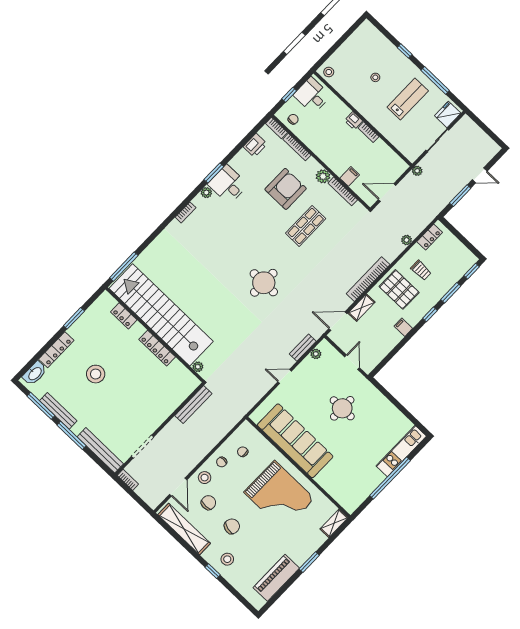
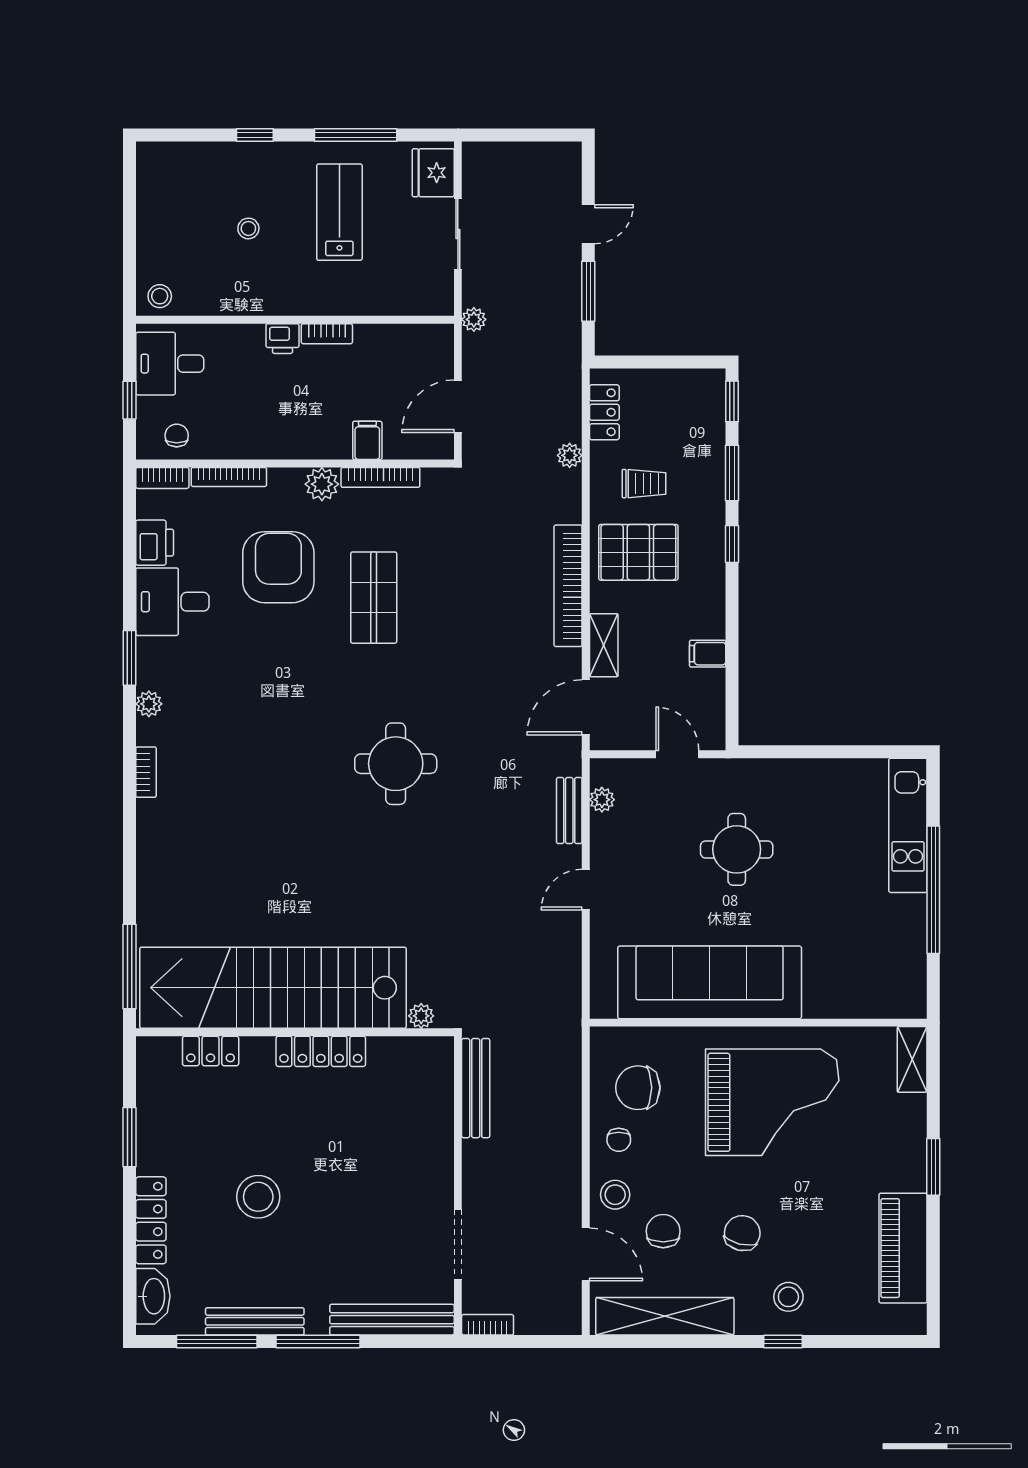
desk: (228, 184) -> (172, 602), moved
filing cabinet: (403, 327) -> (708, 654), moved
chair: (243, 452) -> (638, 1088), width x1.87, depth x1.87

